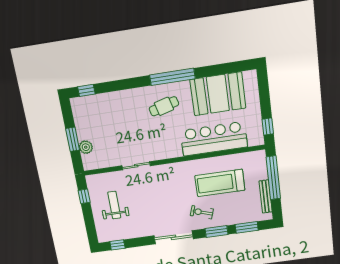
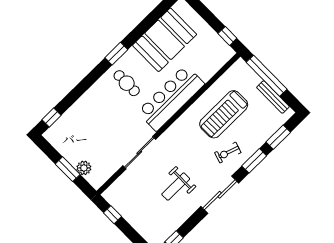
window: (172, 77) -> (116, 54), width x0.47
cafe table: (164, 106) -> (127, 83), turned -75
bar counter: (214, 139) -> (171, 98), moved
sliding door: (136, 166) -> (139, 153), width x1.37
weight bench: (114, 205) -> (176, 187), moved, turned -90

